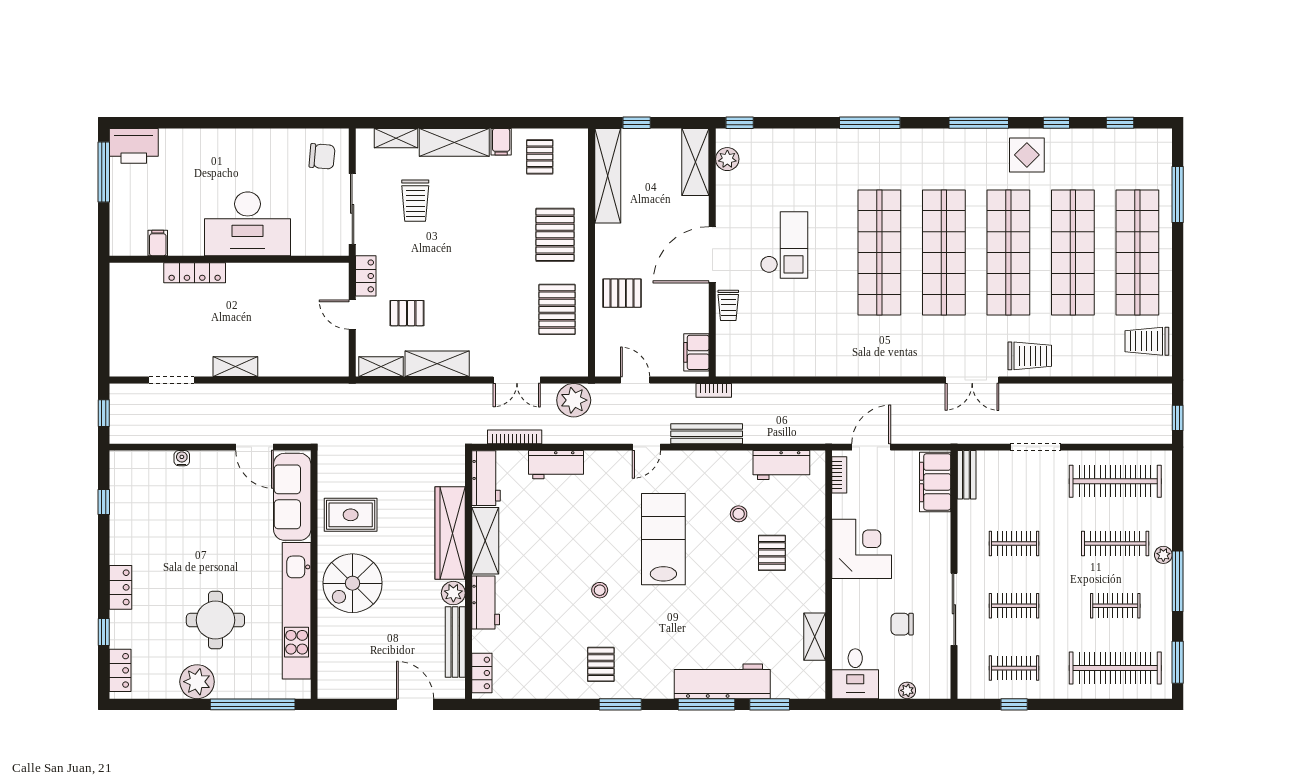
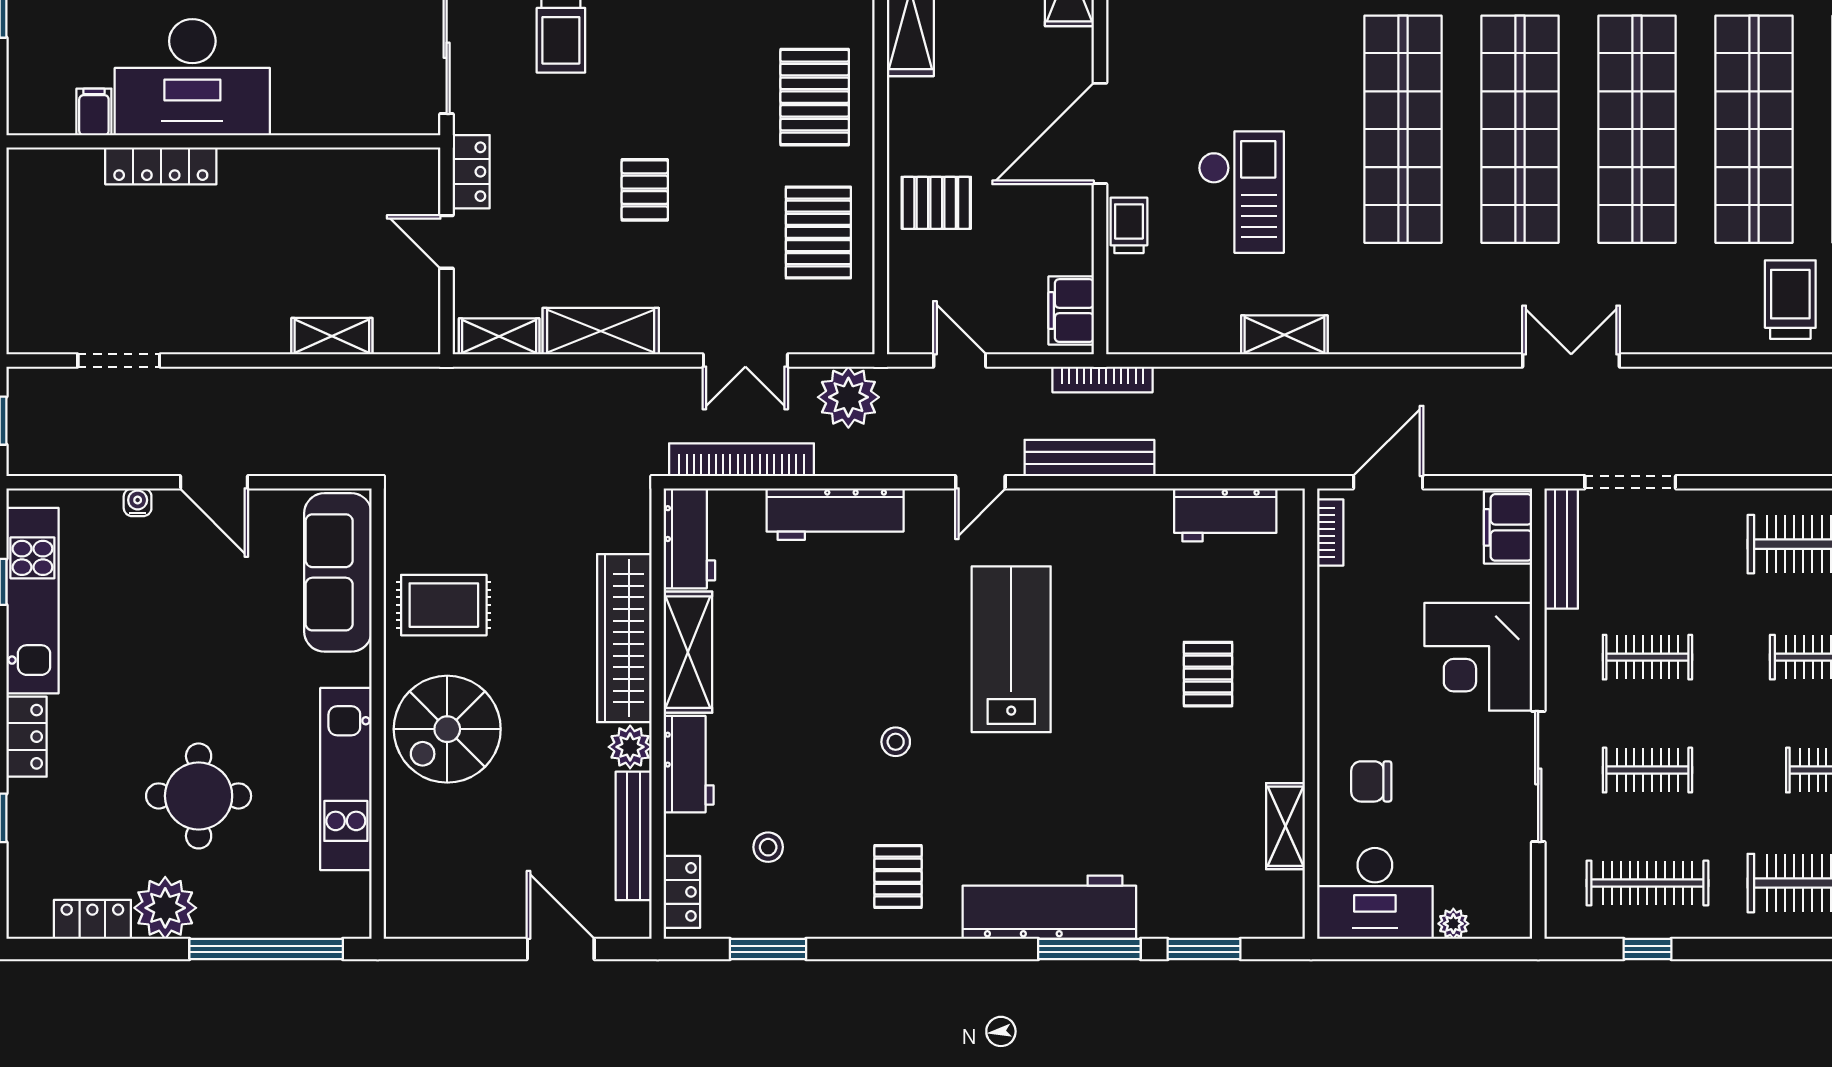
desk: (248, 224) -> (192, 77), moved
checkout: (784, 245) -> (1241, 192), moved
trolley: (728, 305) -> (1129, 225), turned 180
pallet: (407, 313) -> (645, 190), moved, turned 90
trolley: (1030, 356) -> (1790, 300), moved, turned -90
shelving: (814, 366) -> (1284, 335), added
shelving: (235, 367) -> (332, 336), moved
double door: (972, 380) -> (1571, 361), swing flipped
bookcase: (714, 390) -> (1102, 379), width x1.56
bookcase: (515, 437) -> (741, 460), width x1.48, depth x1.31
door: (254, 447) -> (214, 482), moved
doorway: (1036, 447) -> (1630, 482), moved
workbench: (556, 465) -> (835, 514), width x1.38
bench: (967, 475) -> (1561, 549), width x1.36
filing cabinet: (935, 482) -> (1508, 527), width x0.67, depth x0.86
kitchen unit: (124, 512) -> (32, 601), added
stool: (739, 514) -> (768, 847), moved
corner desk: (862, 549) -> (1478, 657), moved, turned 180
kitchen unit: (297, 611) -> (346, 779), width x0.73
chair: (902, 624) -> (1371, 781), moved
clothes rail: (1014, 668) -> (1647, 883), width x1.36
locker: (120, 670) -> (92, 919), moved, turned -90
desk: (855, 674) -> (1375, 893), width x1.37
workbench: (722, 681) -> (1049, 907), moved
window: (620, 704) -> (768, 949), moved

